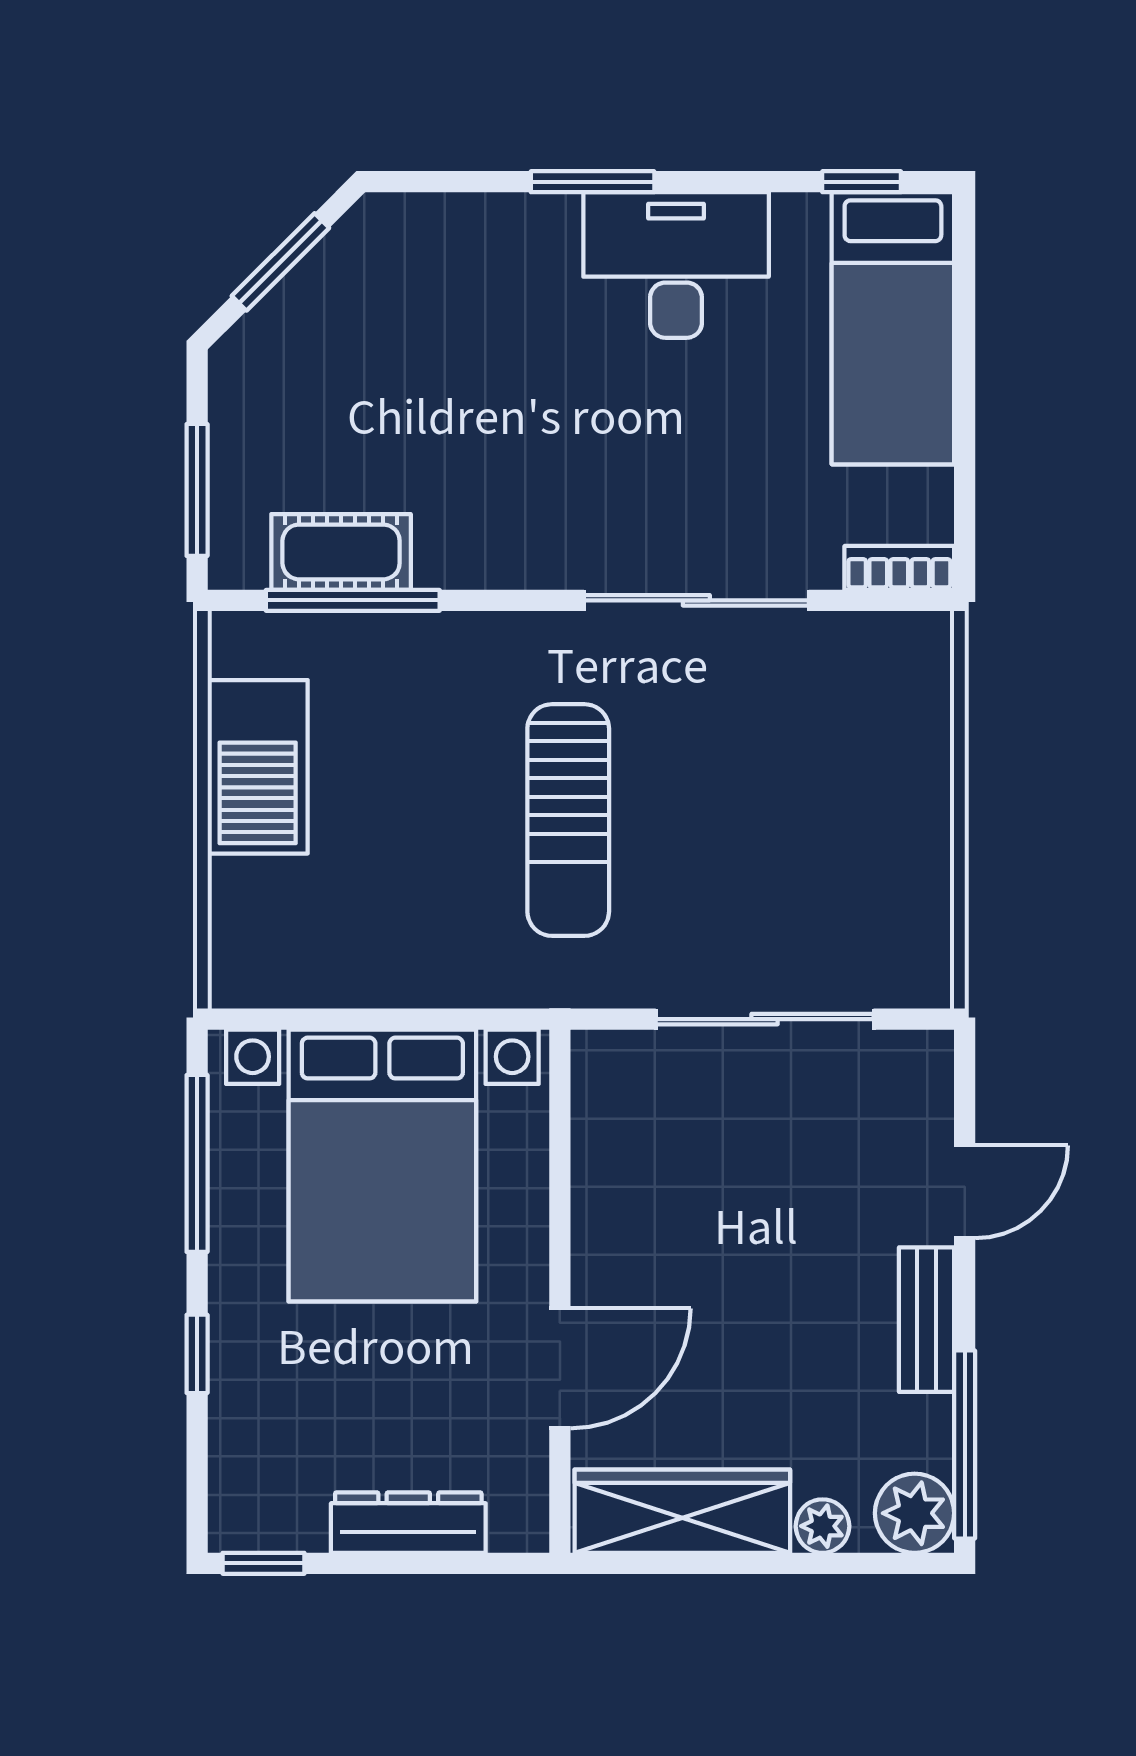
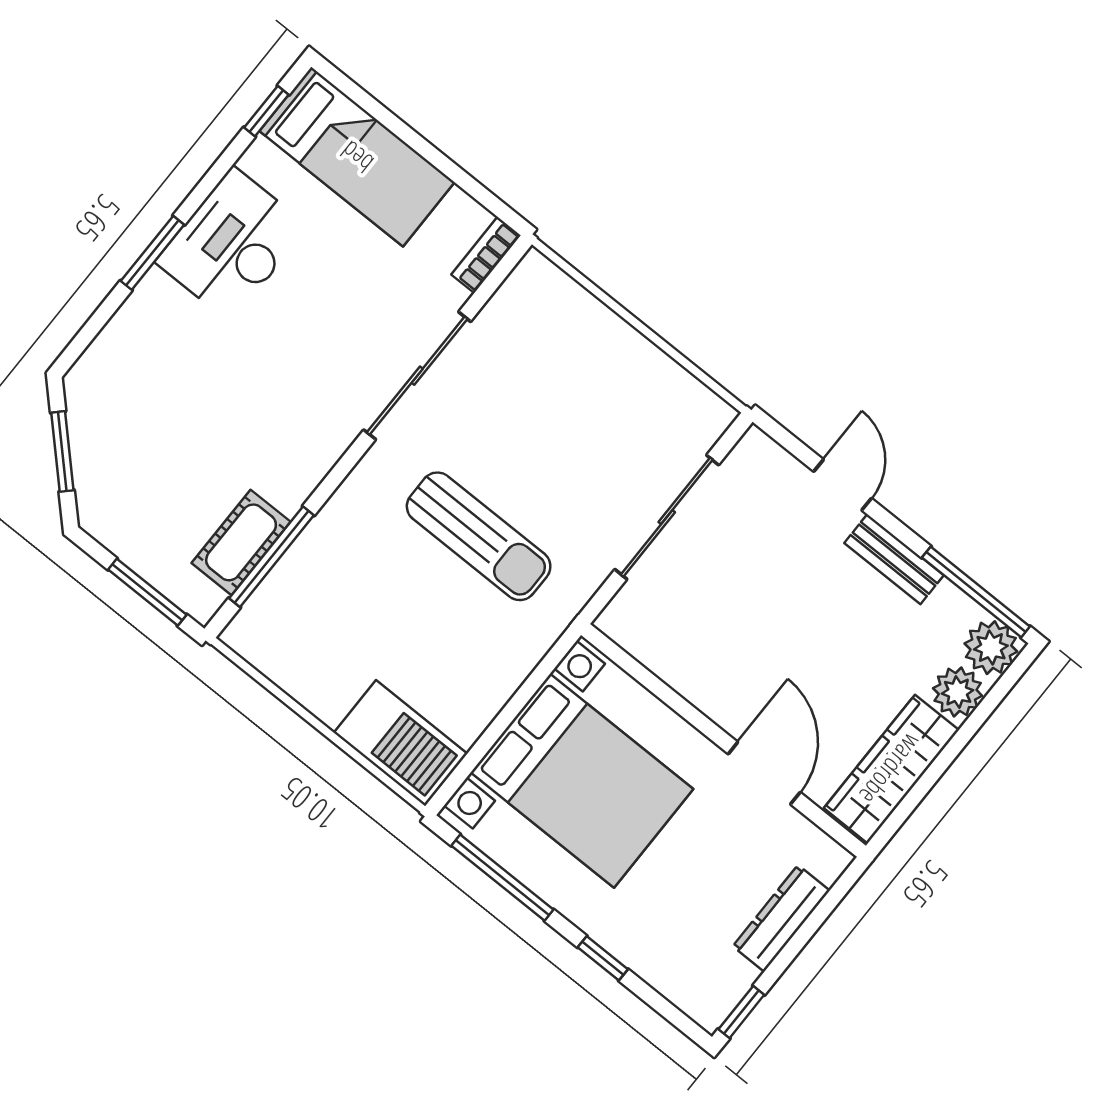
barbecue: (258, 767) -> (401, 743), moved
plant: (822, 1526) -> (958, 692), width x1.38, depth x1.38

